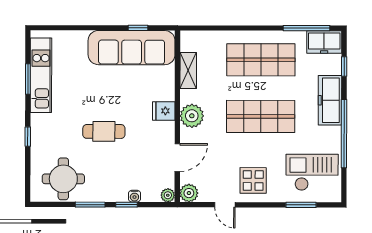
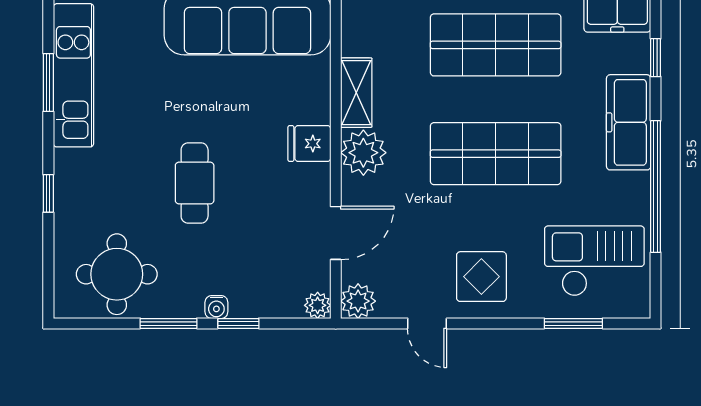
shelving: (188, 71) -> (356, 93), moved
cafe table: (104, 131) -> (195, 183), turned 90
water cooler: (134, 196) -> (216, 307), moved

